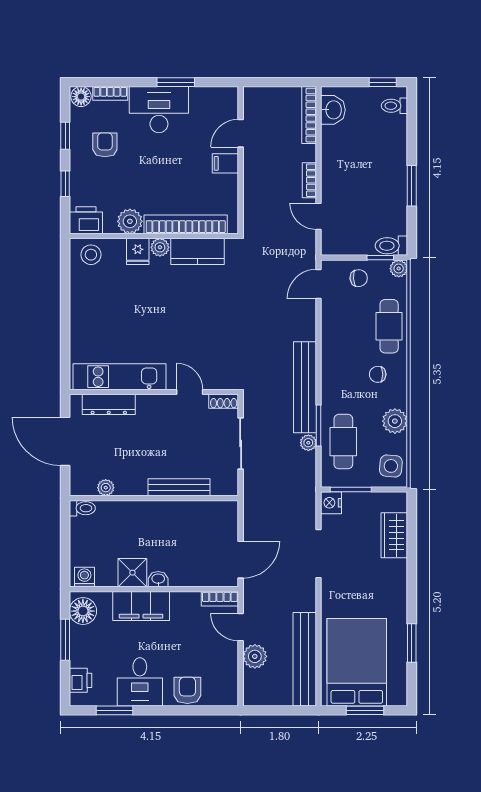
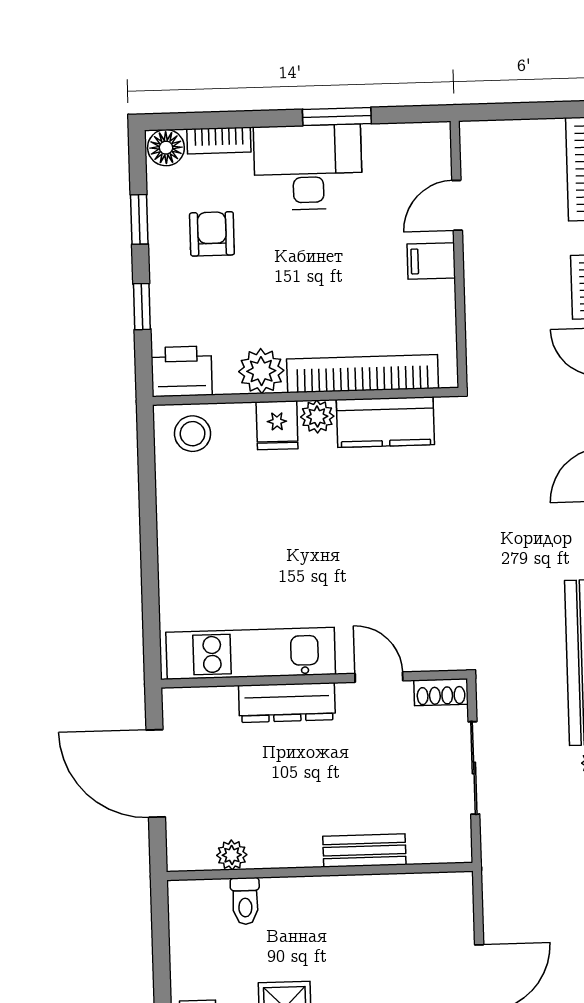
dresser: (109, 404) -> (287, 703), moved
bench: (179, 487) -> (364, 851), width x0.73
toilet: (82, 508) -> (245, 901), moved, turned 90

